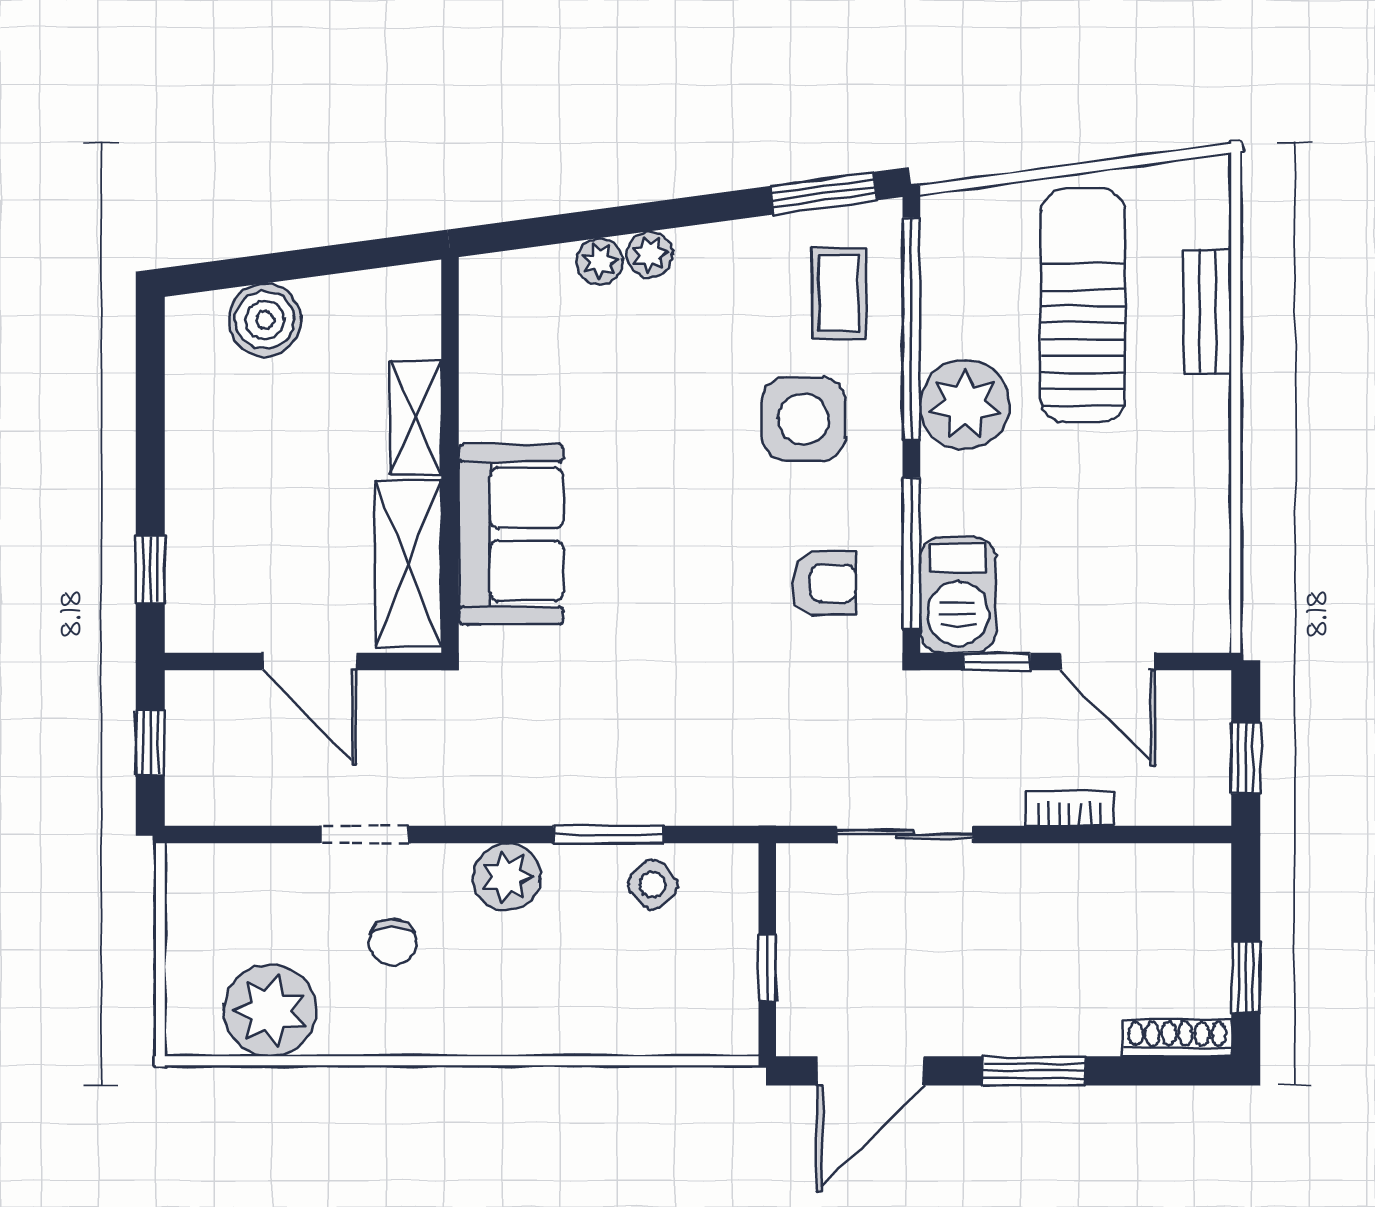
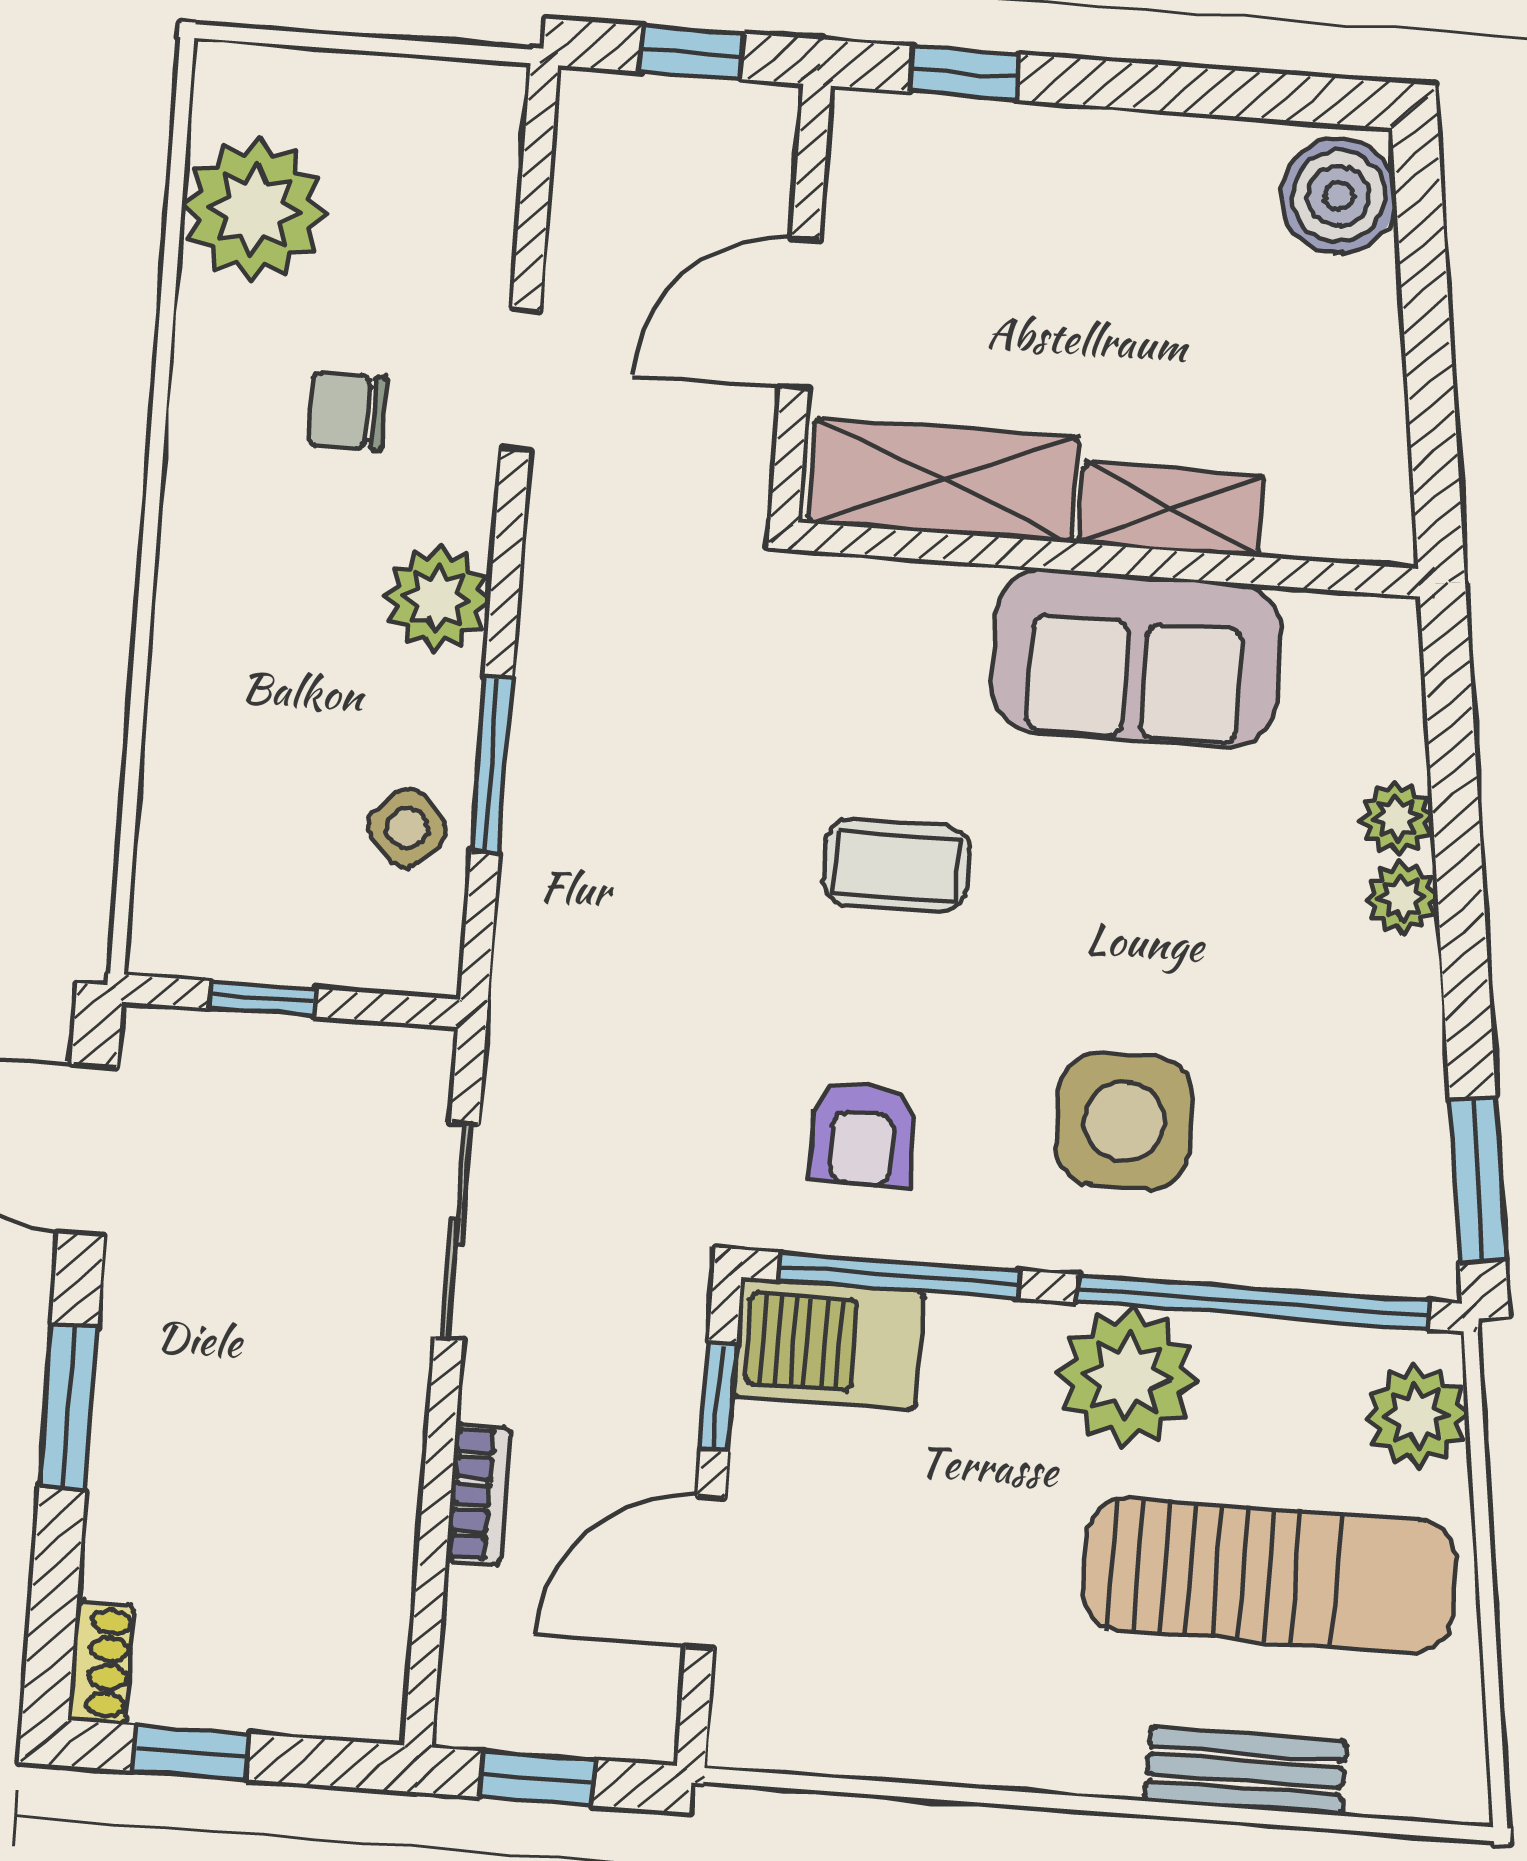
plant: (975, 220) -> (1417, 1416), added
coffee table: (839, 293) -> (896, 866), moved
boiler: (265, 320) -> (1339, 196), moved
sofa: (511, 534) -> (1136, 658), moved
shoe rack: (1177, 1038) -> (101, 1663), width x0.70

